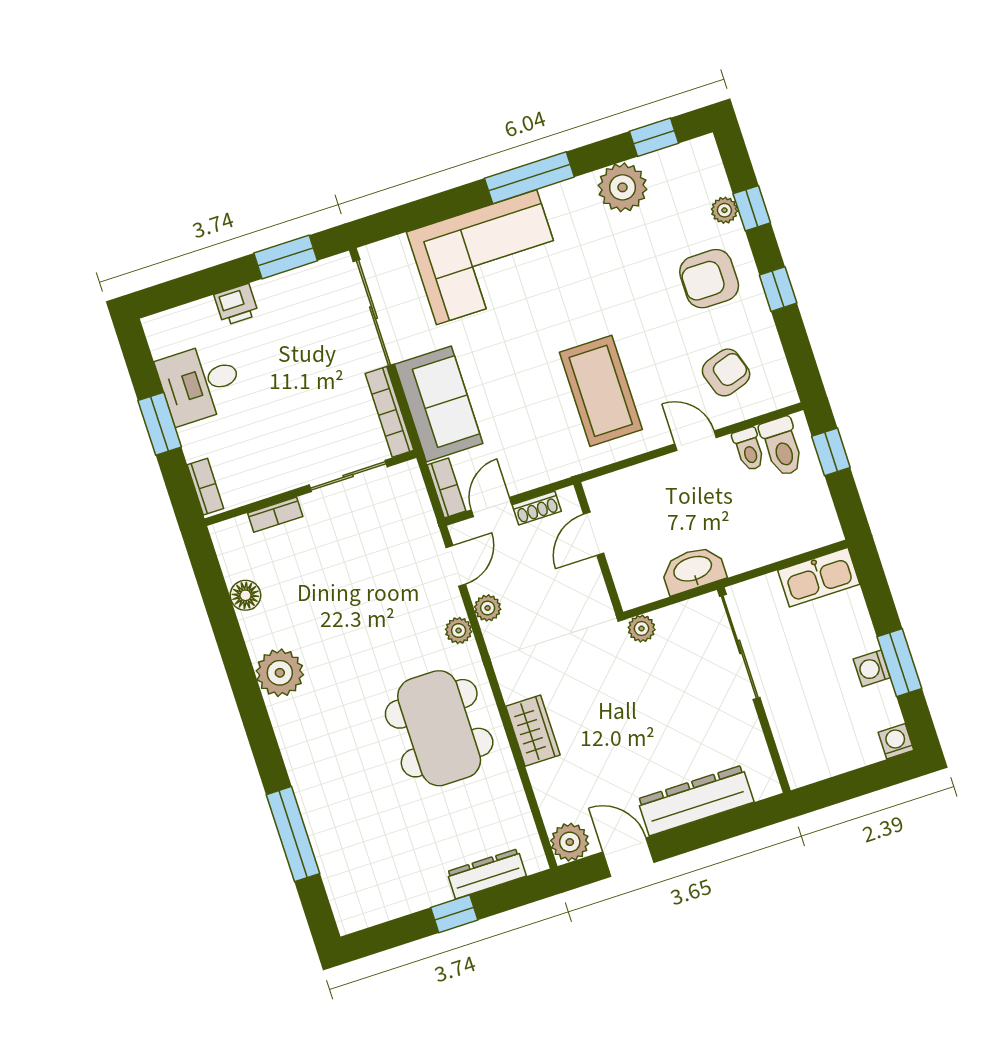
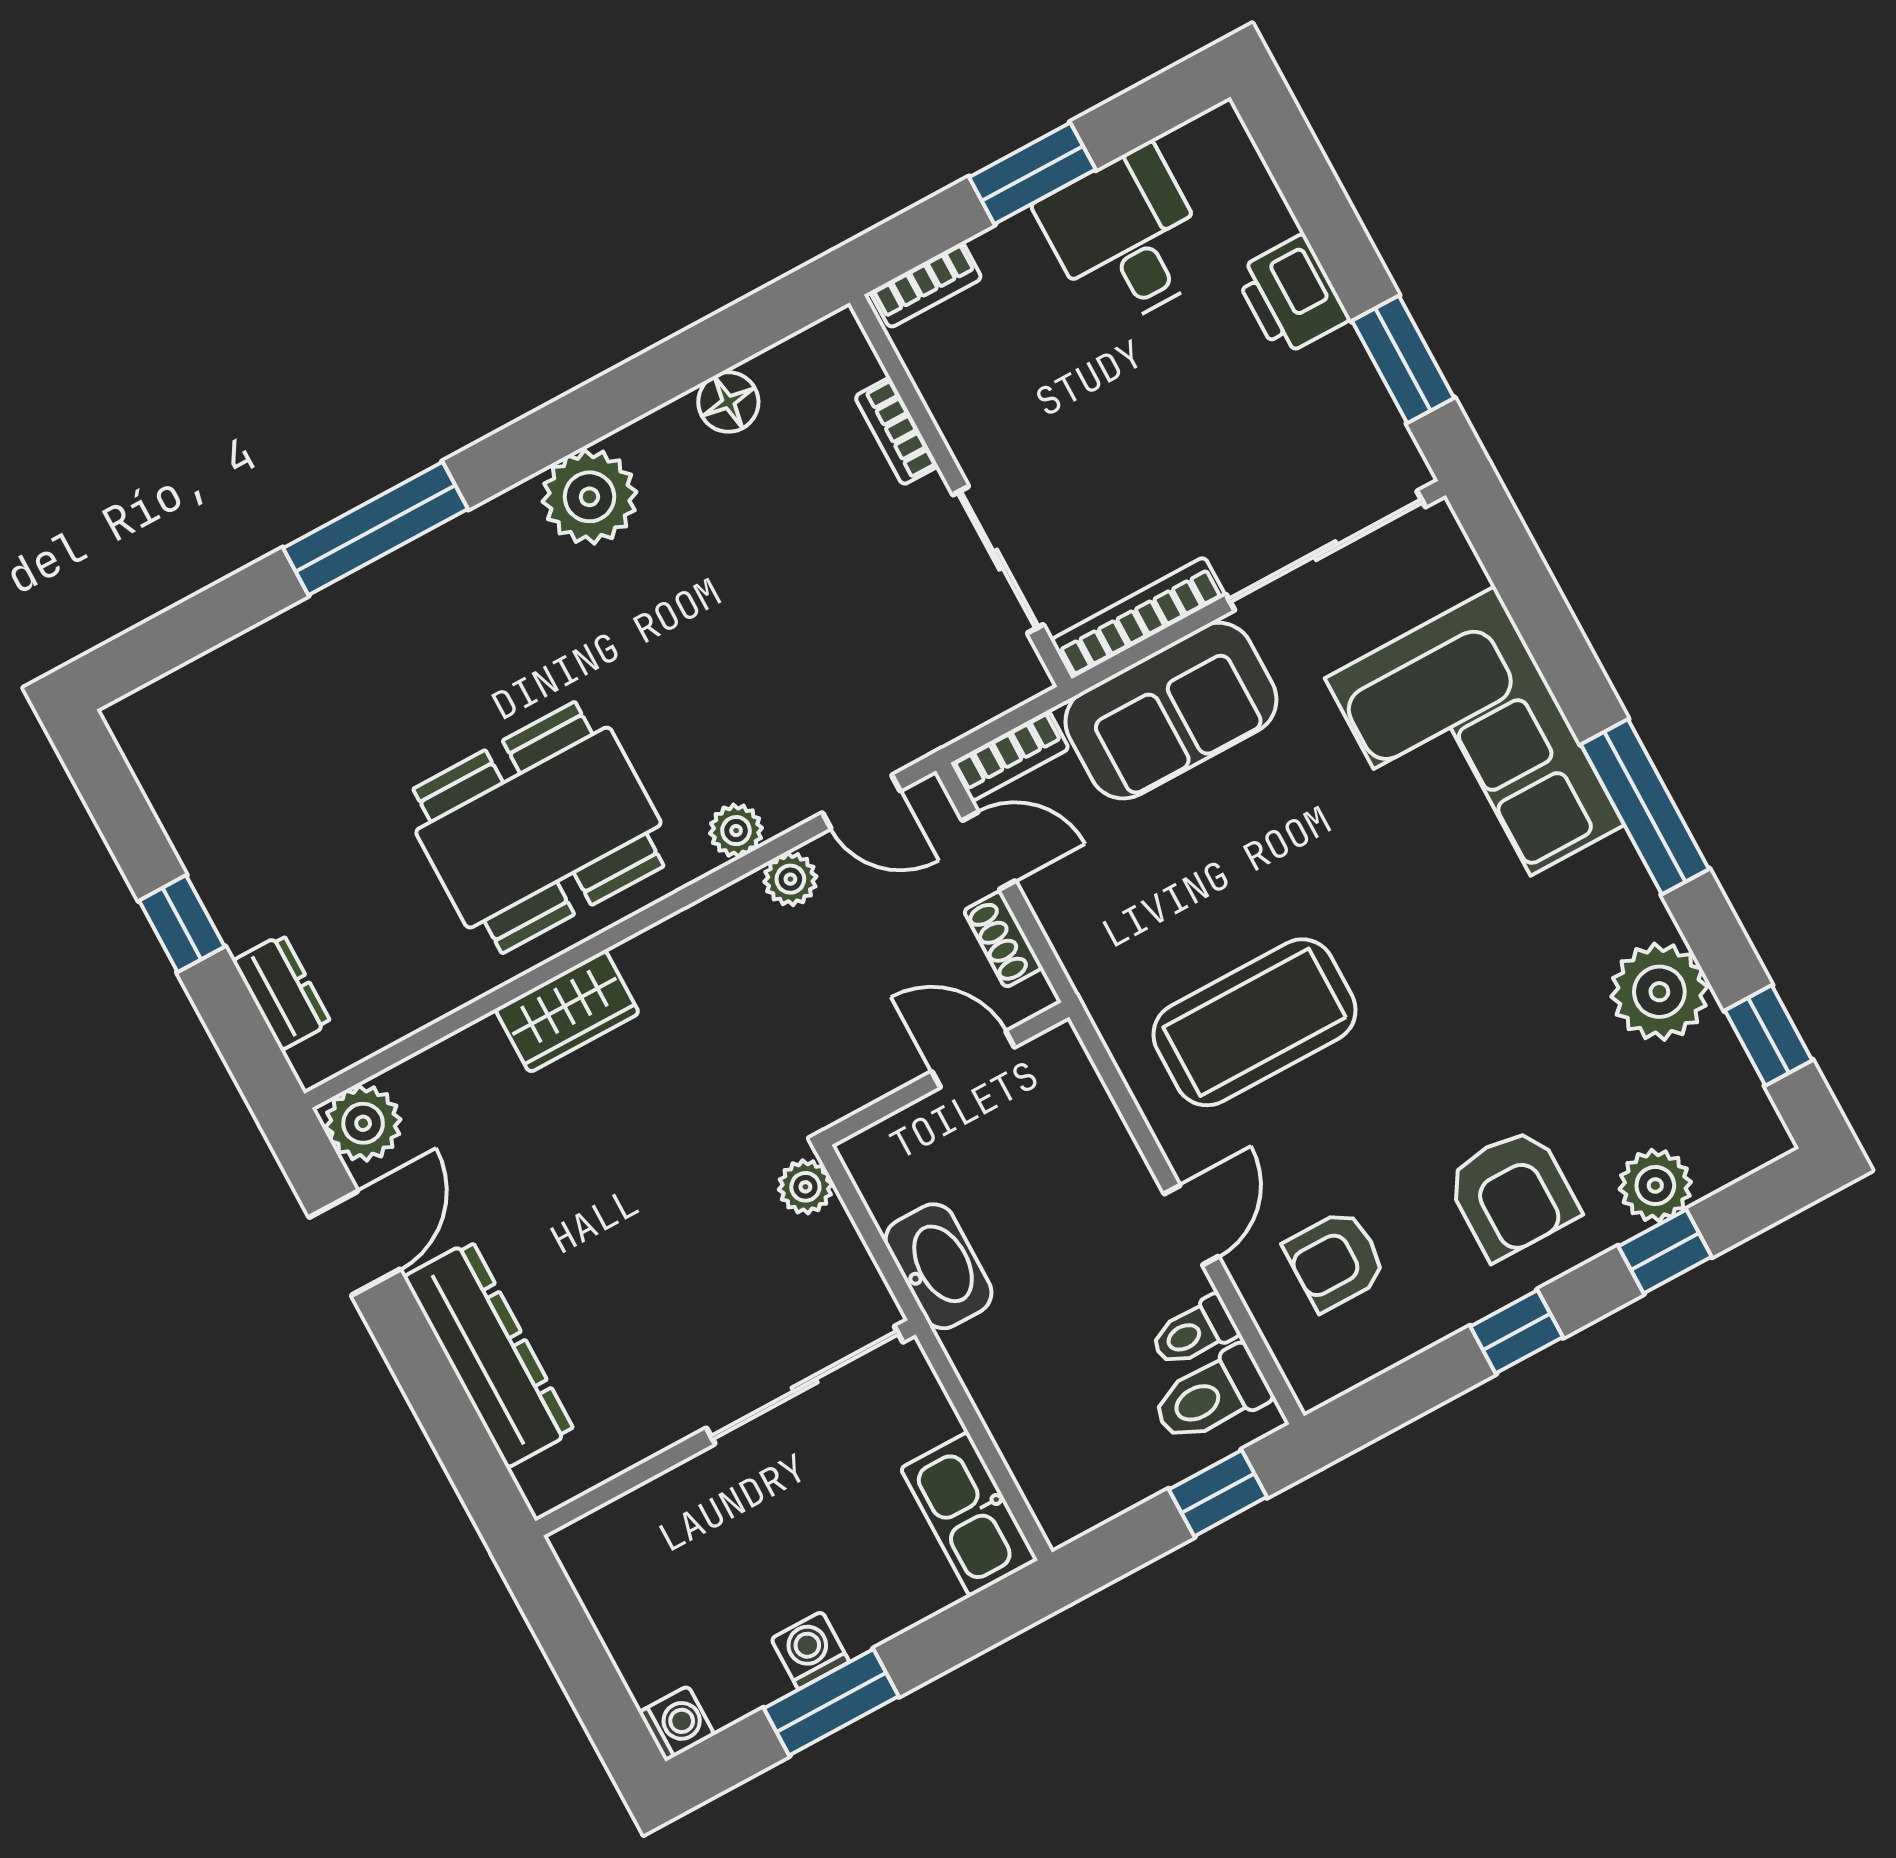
plant: (724, 210) -> (1655, 1186), width x1.38, depth x1.38
armchair: (709, 279) -> (1512, 1193), turned 180
printer: (236, 305) -> (1292, 295), width x1.36, depth x1.24
armchair: (726, 372) -> (1335, 1260), turned 108
window: (293, 834) -> (375, 528), moved
dresser: (487, 874) -> (282, 992), width x0.70

